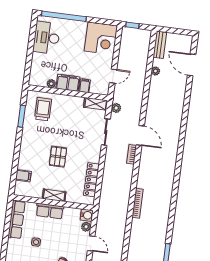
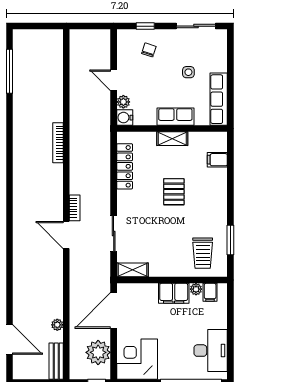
door: (113, 76) -> (114, 310), width x1.87
filing cabinet: (85, 86) -> (210, 292), moved
plant: (116, 108) -> (98, 352), moved, width x1.88, depth x1.88

